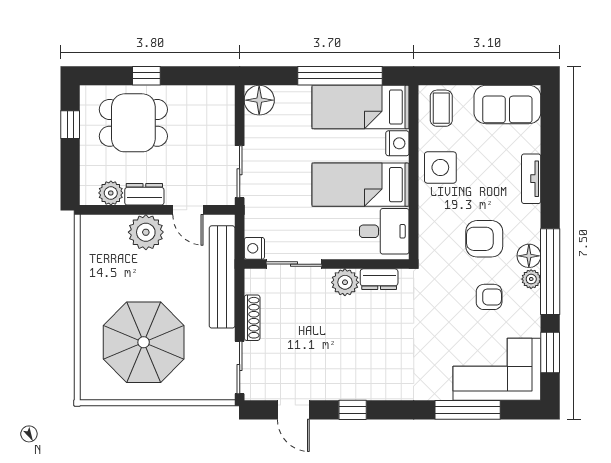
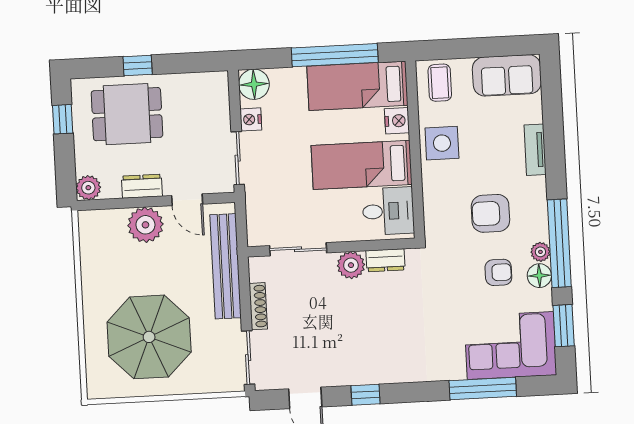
plant: (111, 193) -> (88, 188), moved
nightstand: (254, 248) -> (251, 119), moved
floor lamp: (529, 256) -> (539, 276), moved

